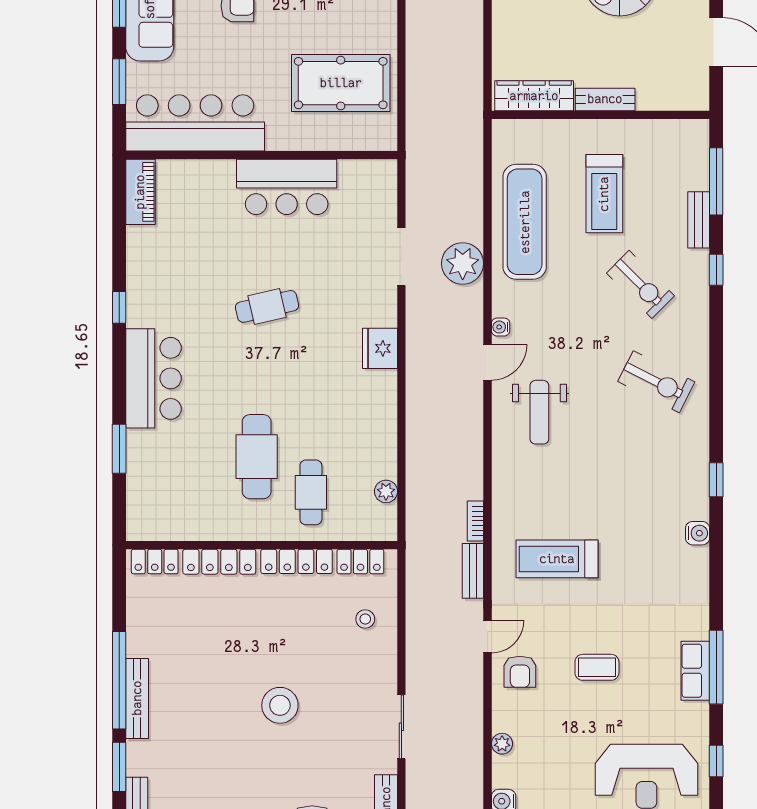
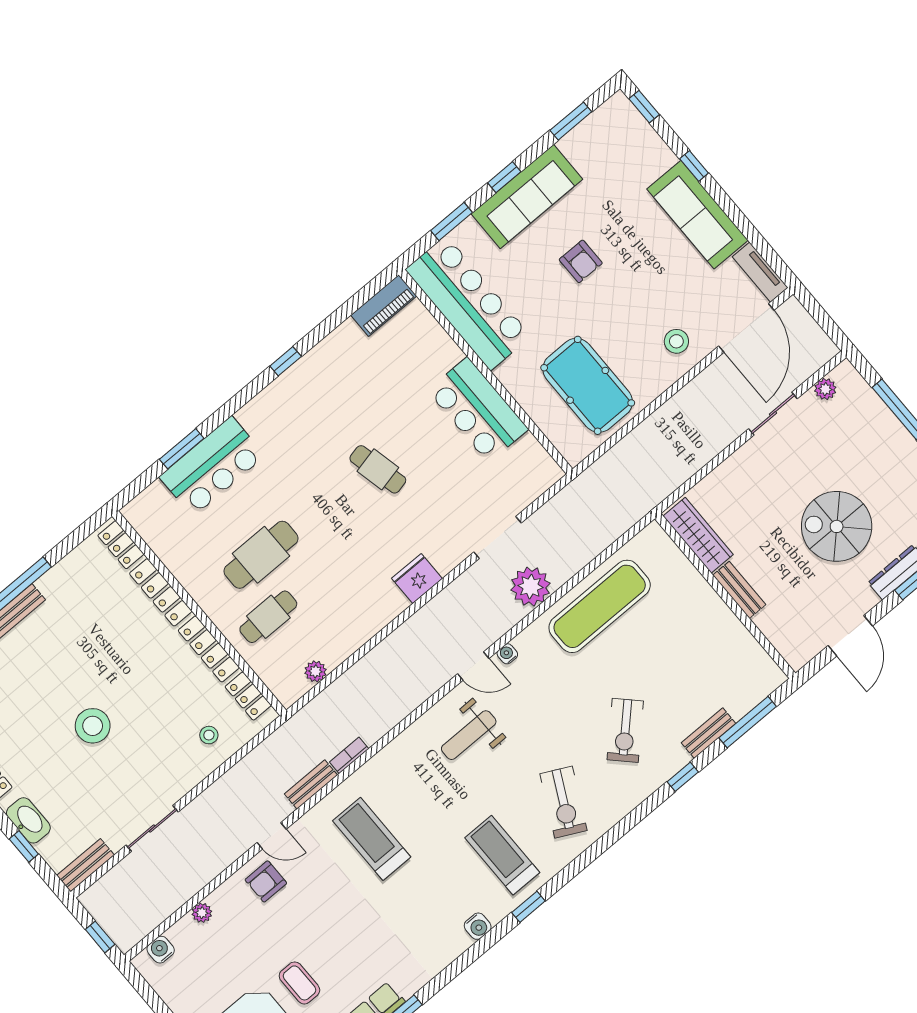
treadmill: (604, 194) -> (502, 855), moved, turned 90
bar counter: (153, 378) -> (212, 466), moved
coffee table: (597, 667) -> (299, 983), moved

